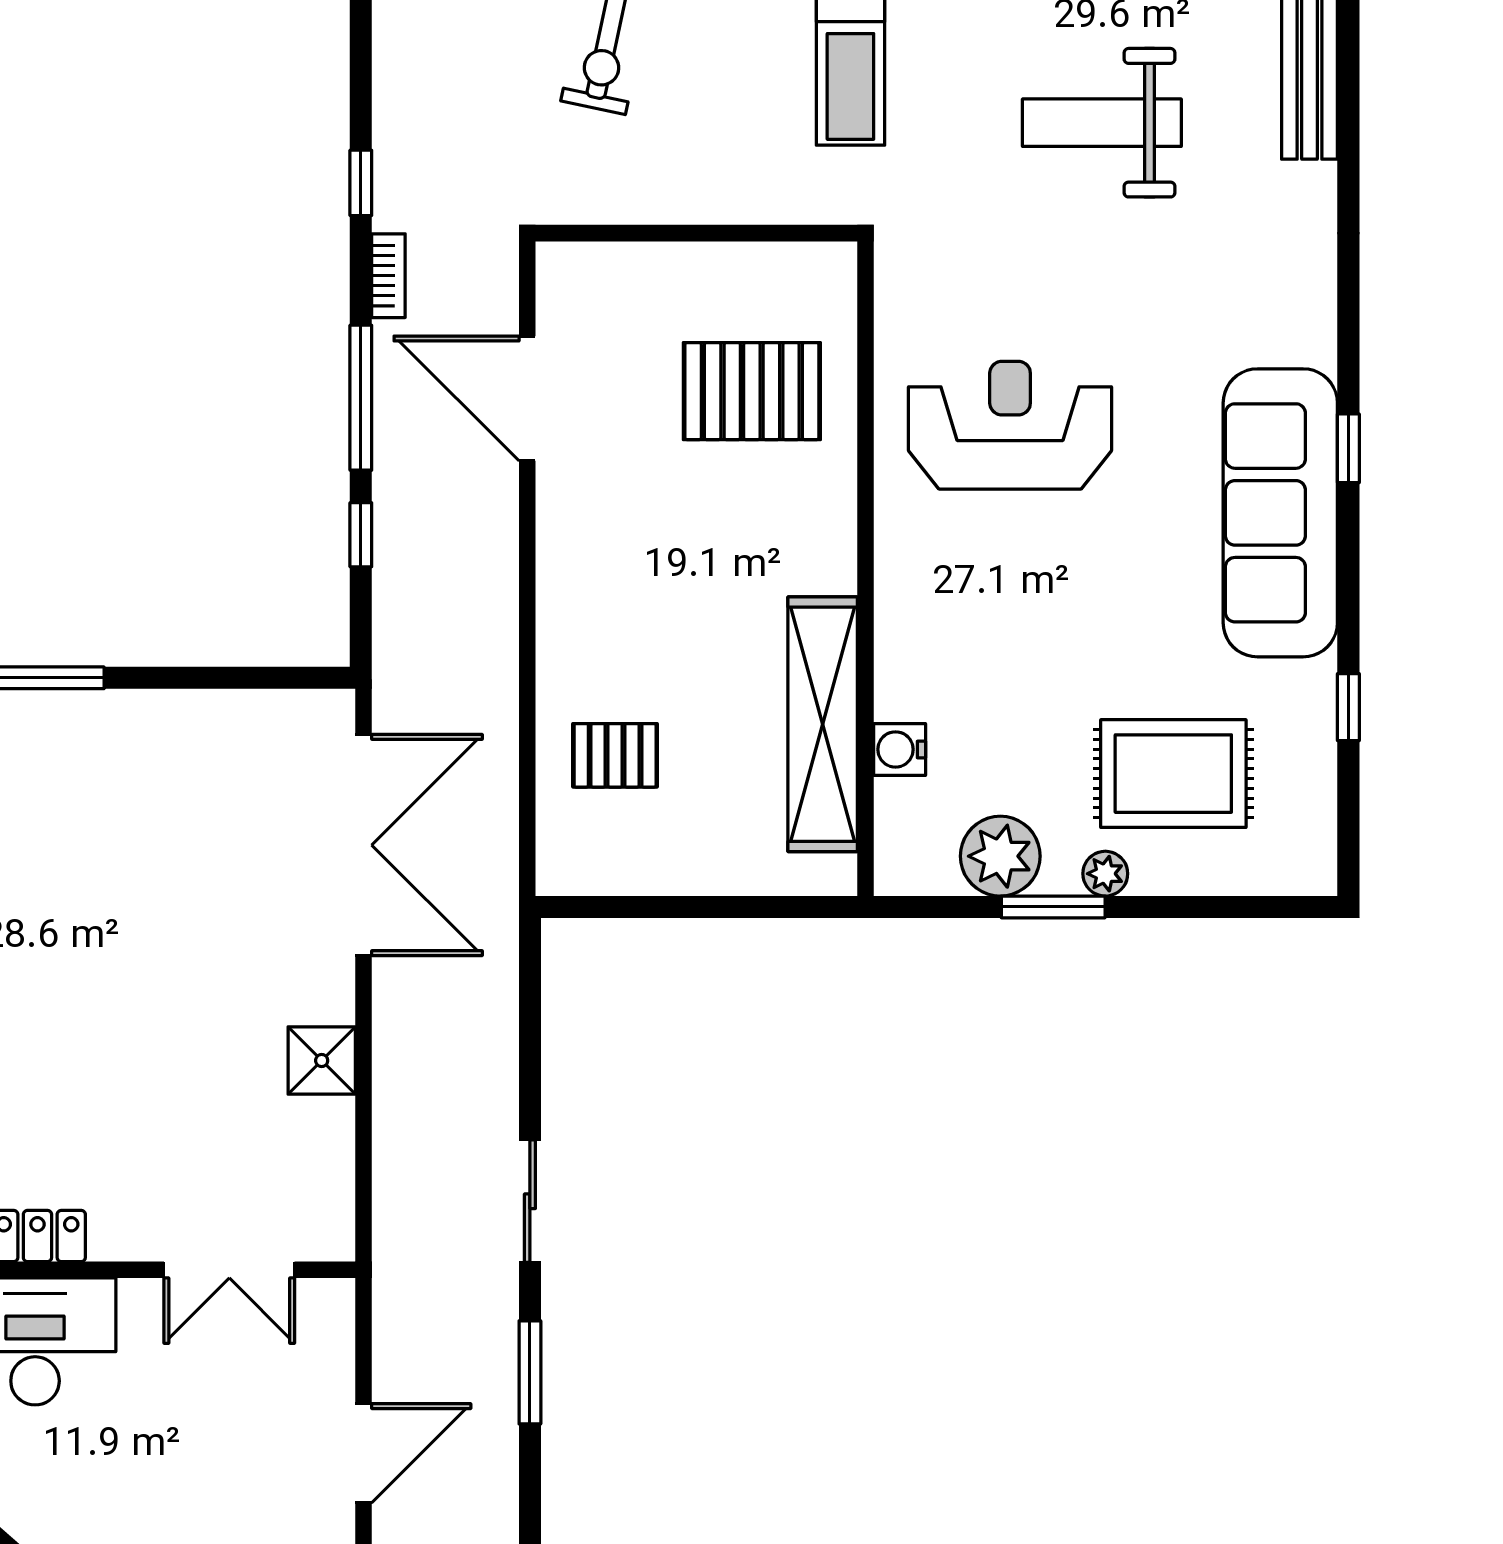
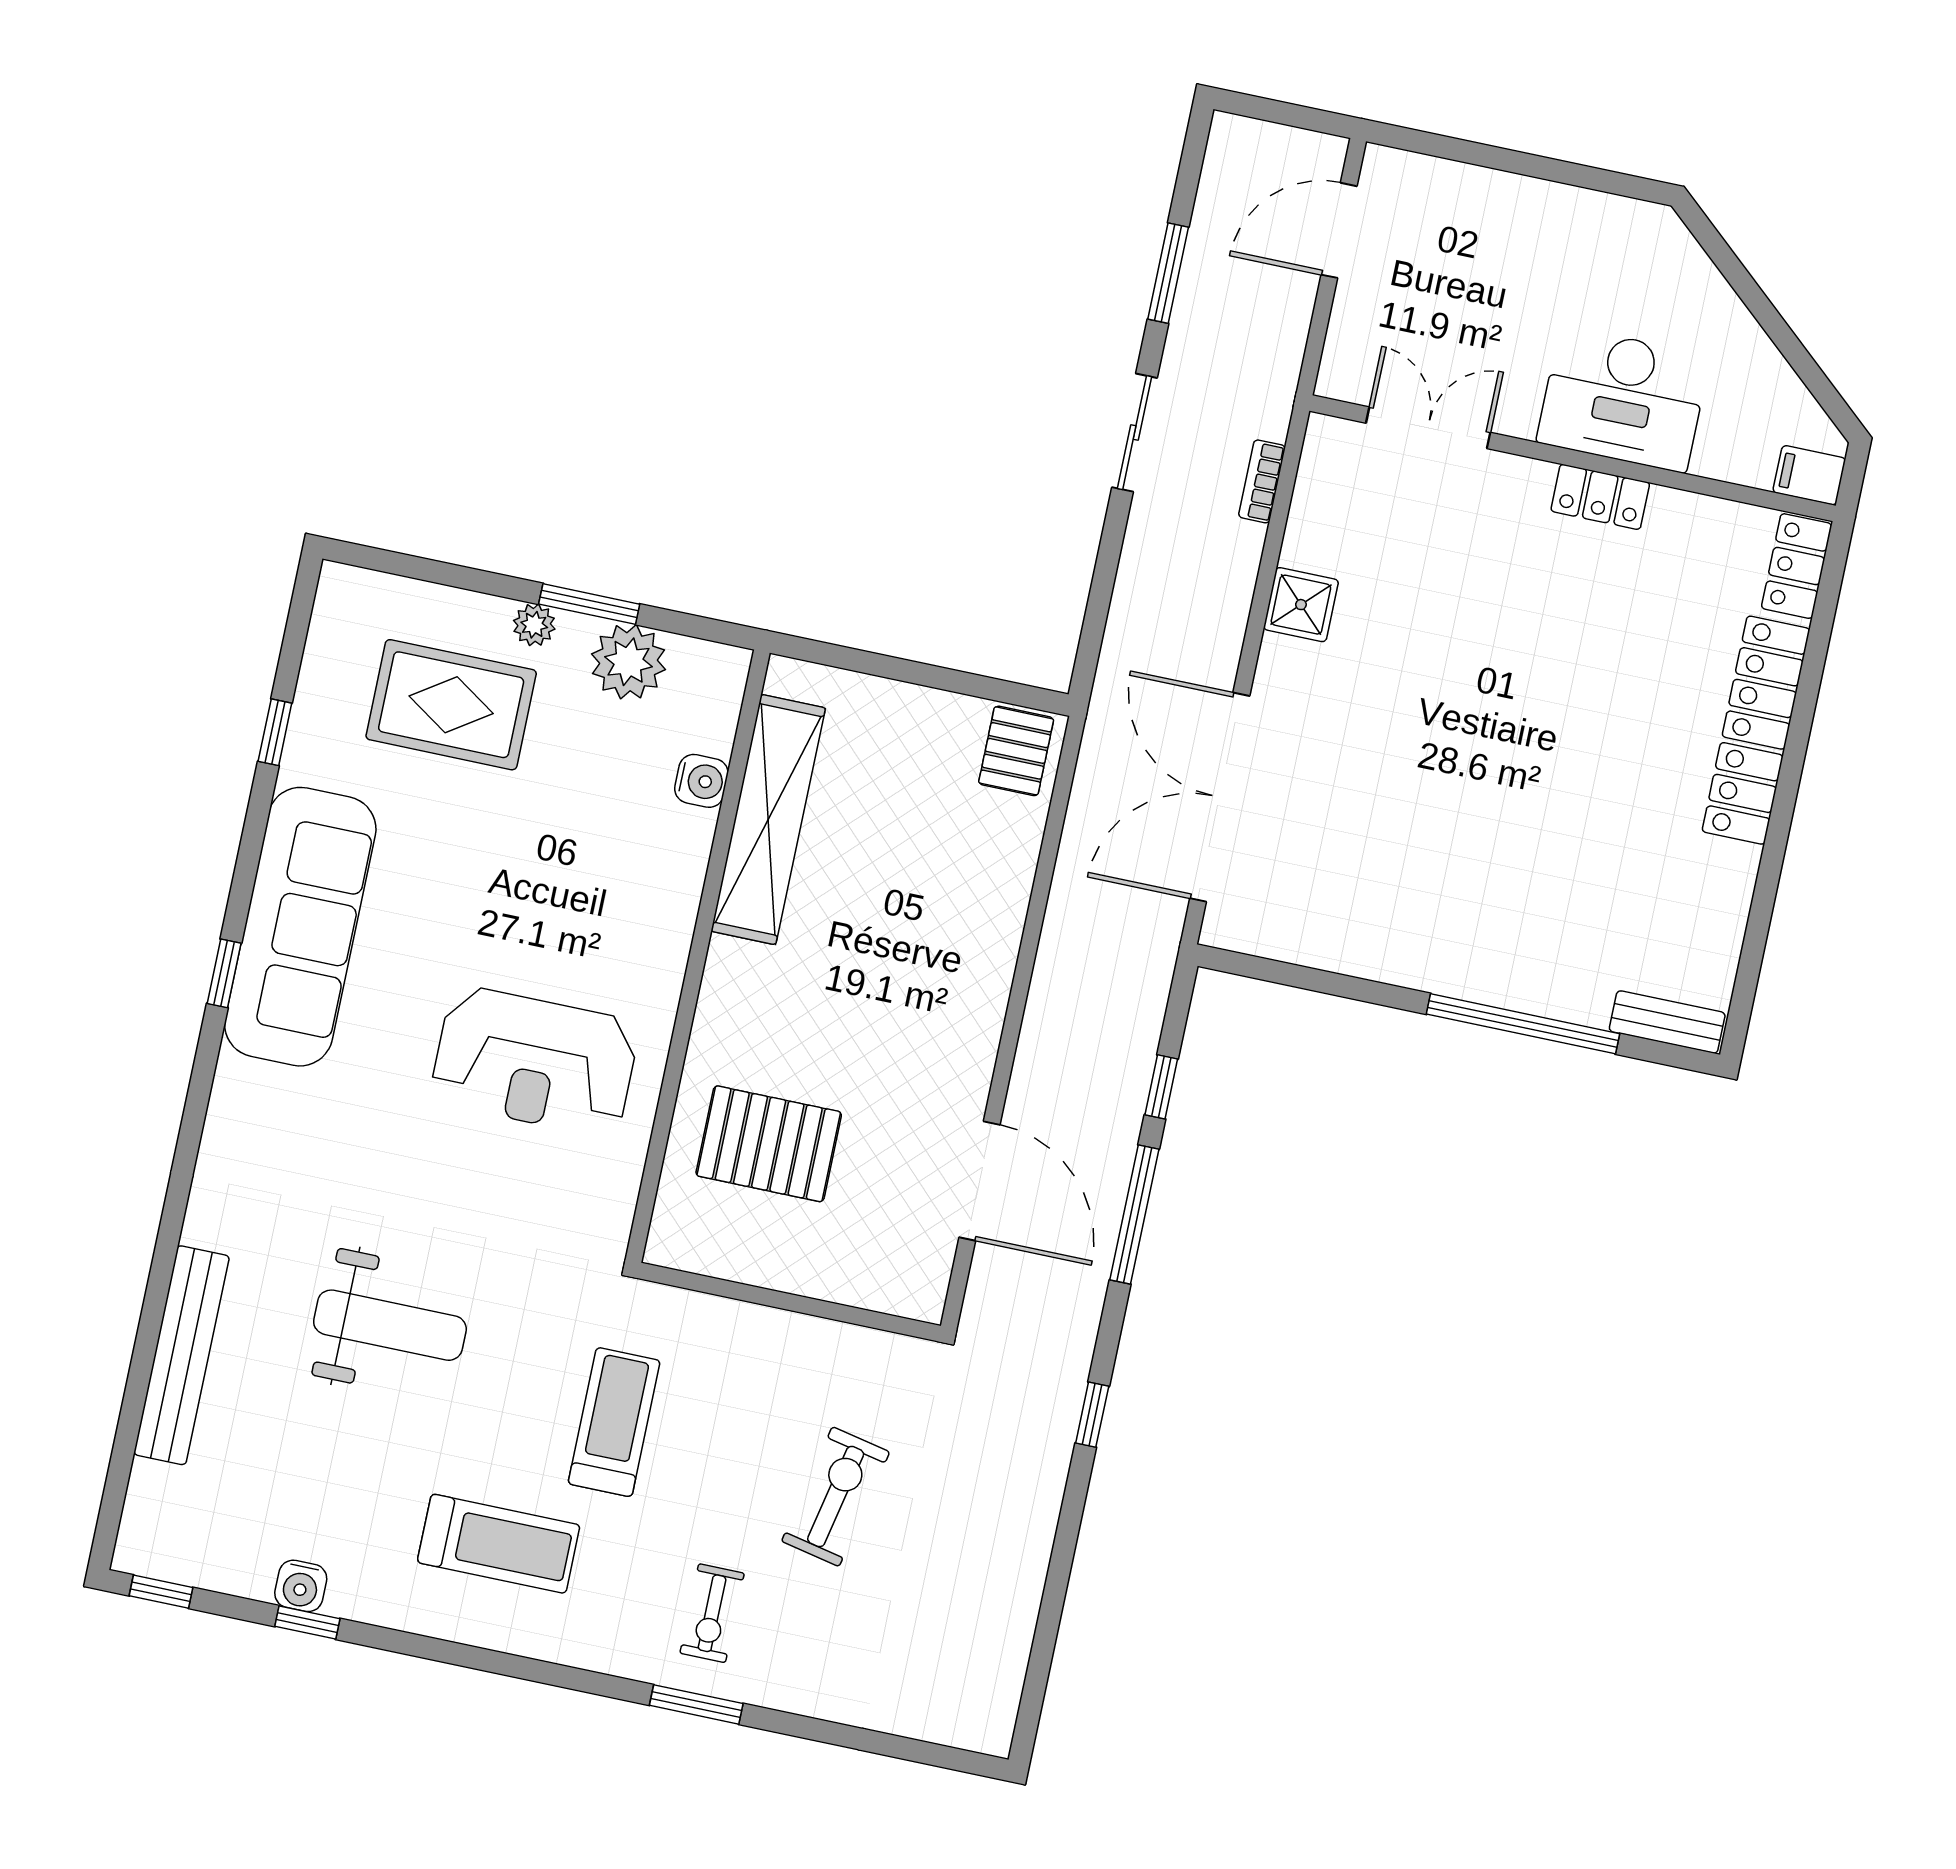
bookcase: (388, 276) -> (1262, 481), moved
pallet: (615, 755) -> (1016, 751), moved, turned 90

